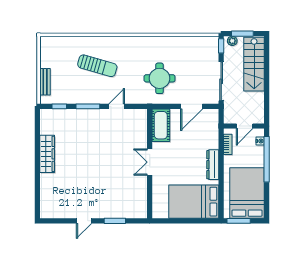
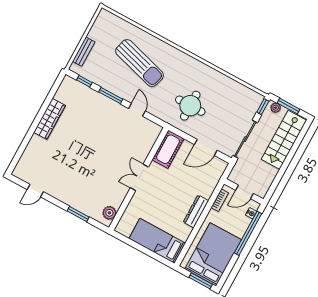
sun lounger: (97, 66) -> (140, 63), width x1.36, depth x1.34
door: (117, 106) -> (137, 110), hinge flipped
bed: (194, 202) -> (157, 241), width x0.67
plant: (141, 206) -> (109, 213), added
door: (84, 221) -> (35, 191), moved
window: (239, 221) -> (201, 281), moved

